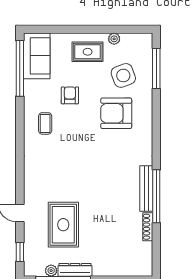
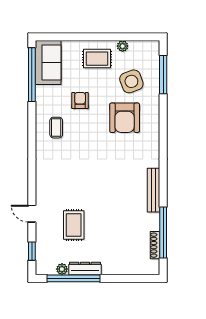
armchair: (116, 113) -> (125, 118), turned -90
window: (156, 196) -> (163, 233), moved
rug: (63, 225) -> (74, 225), width x0.73, depth x0.70
shoe rack: (148, 227) -> (155, 245), moved

